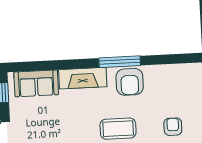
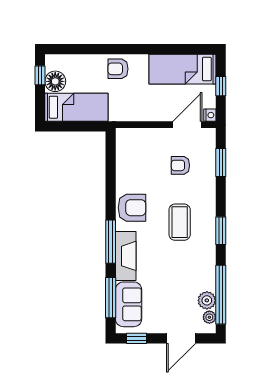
window: (120, 62) -> (111, 242), moved
window: (42, 66) -> (111, 298), added

